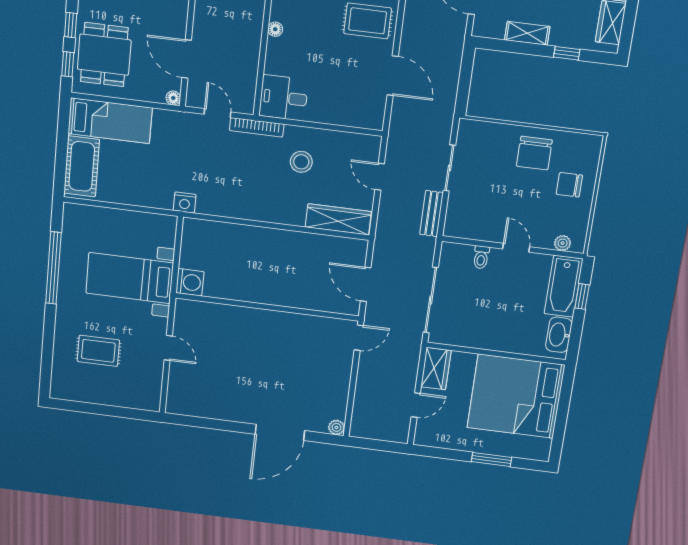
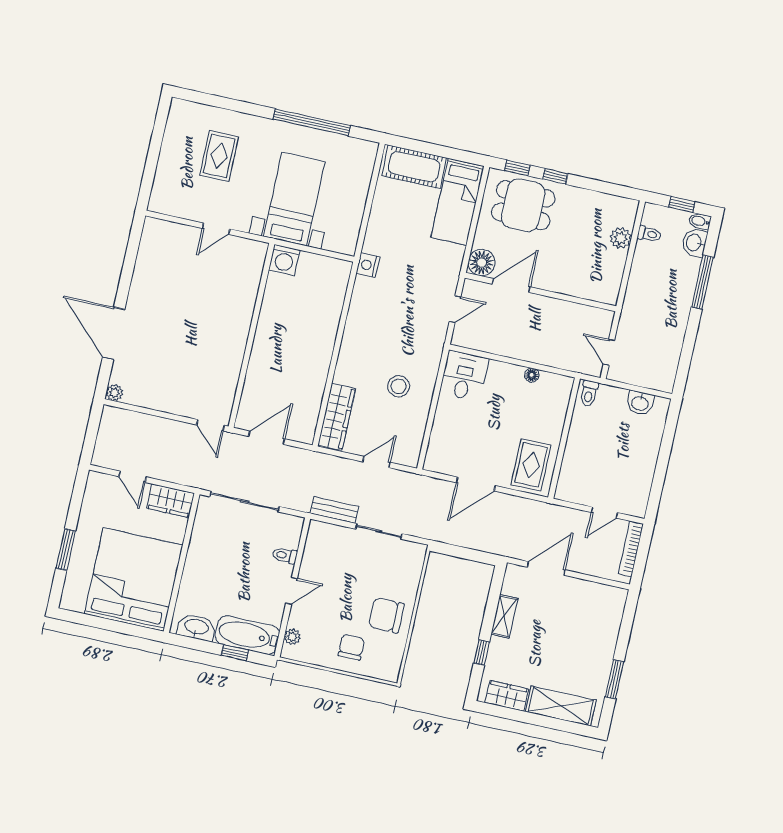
floor lamp: (173, 98) -> (482, 263), width x1.89, depth x1.89
bookcase: (257, 127) -> (437, 346), removed

